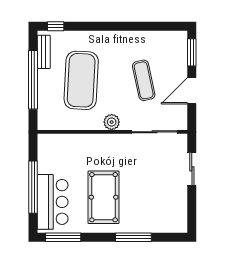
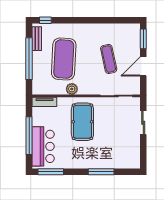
plant: (112, 122) -> (72, 89), moved
tv unit: (54, 140) -> (44, 102), added
pool table: (104, 197) -> (82, 122), moved

